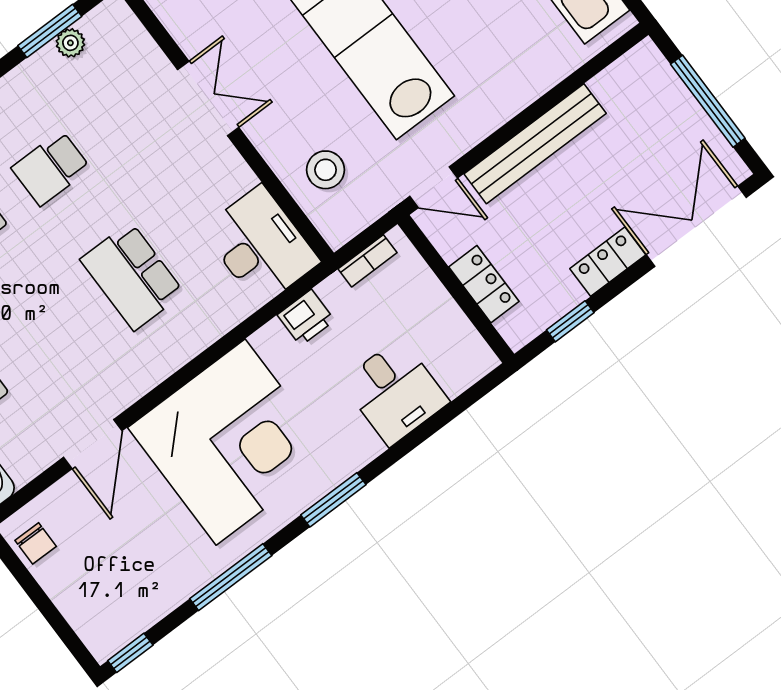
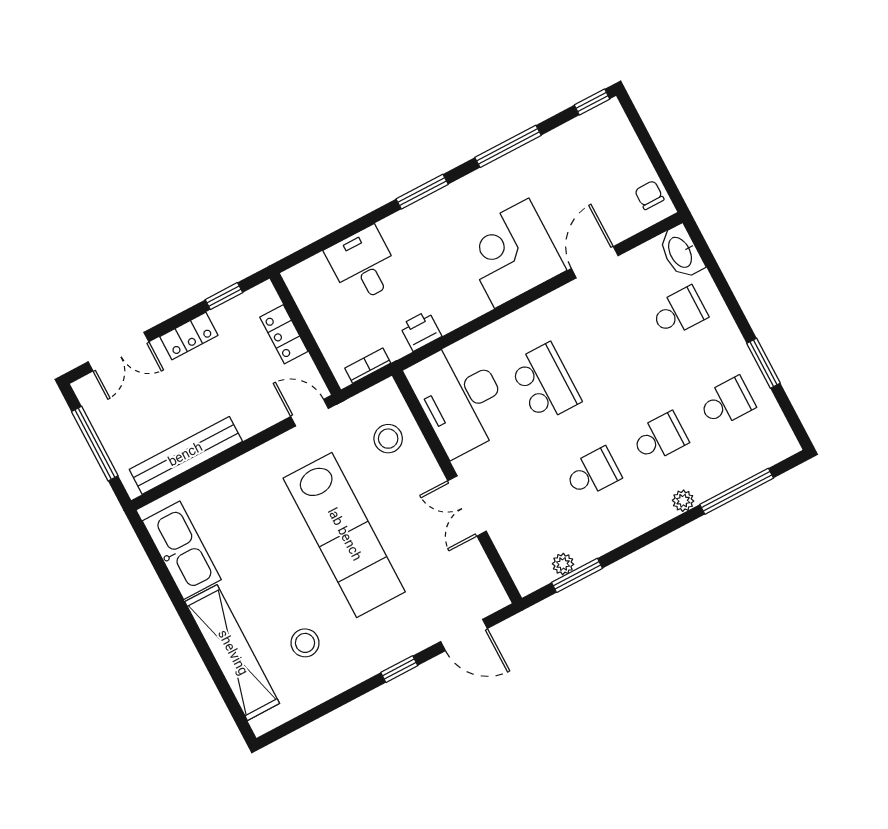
bench: (535, 144) -> (186, 455), moved
double door: (696, 226) -> (118, 352), width x0.73
desk: (261, 246) -> (460, 398), width x1.36, depth x1.30
corner desk: (231, 442) -> (512, 253), width x0.74, depth x0.74

